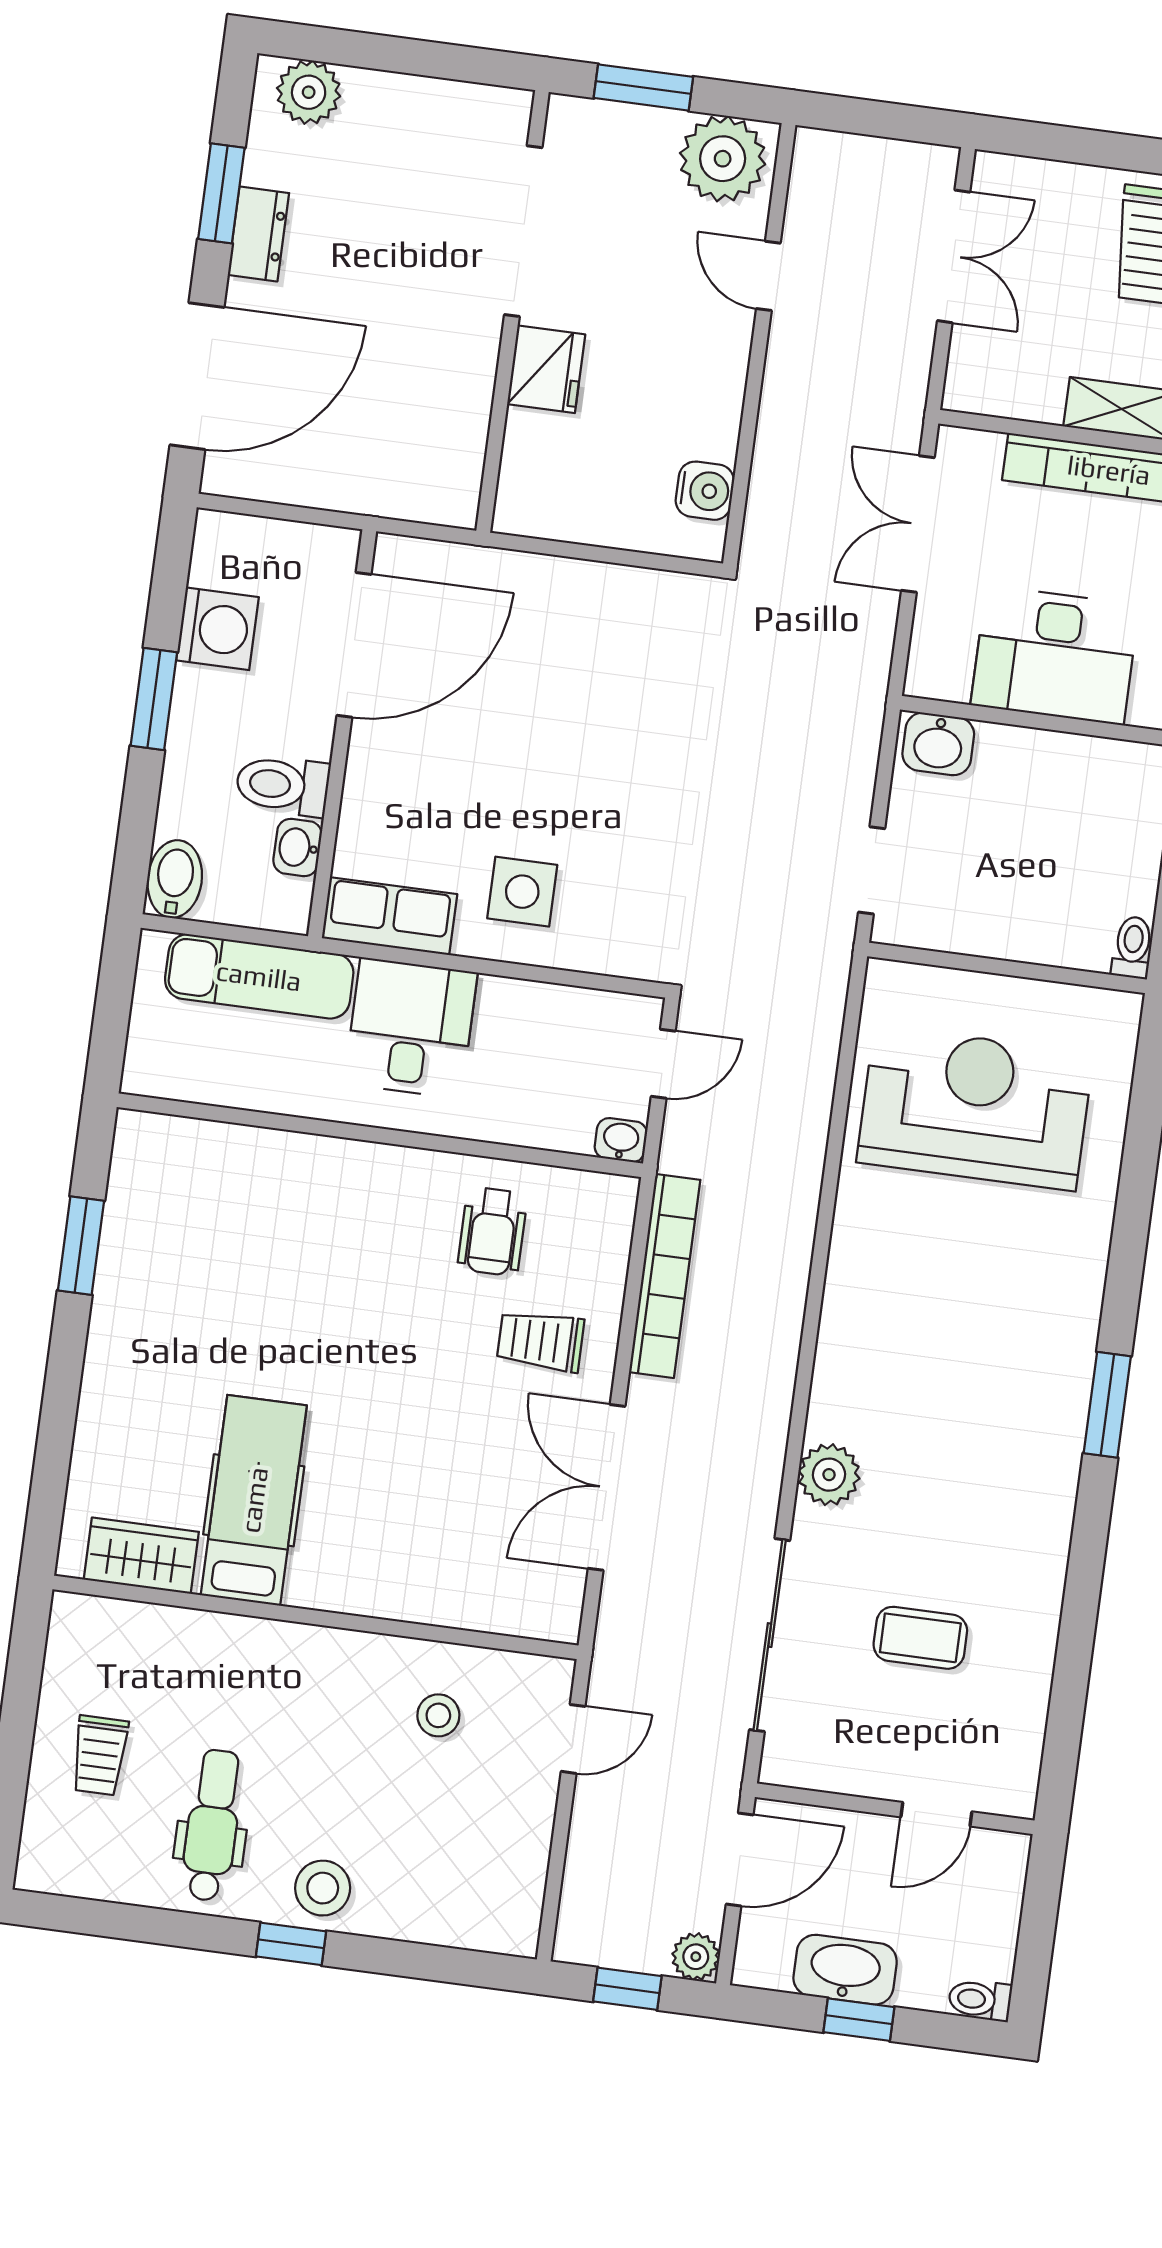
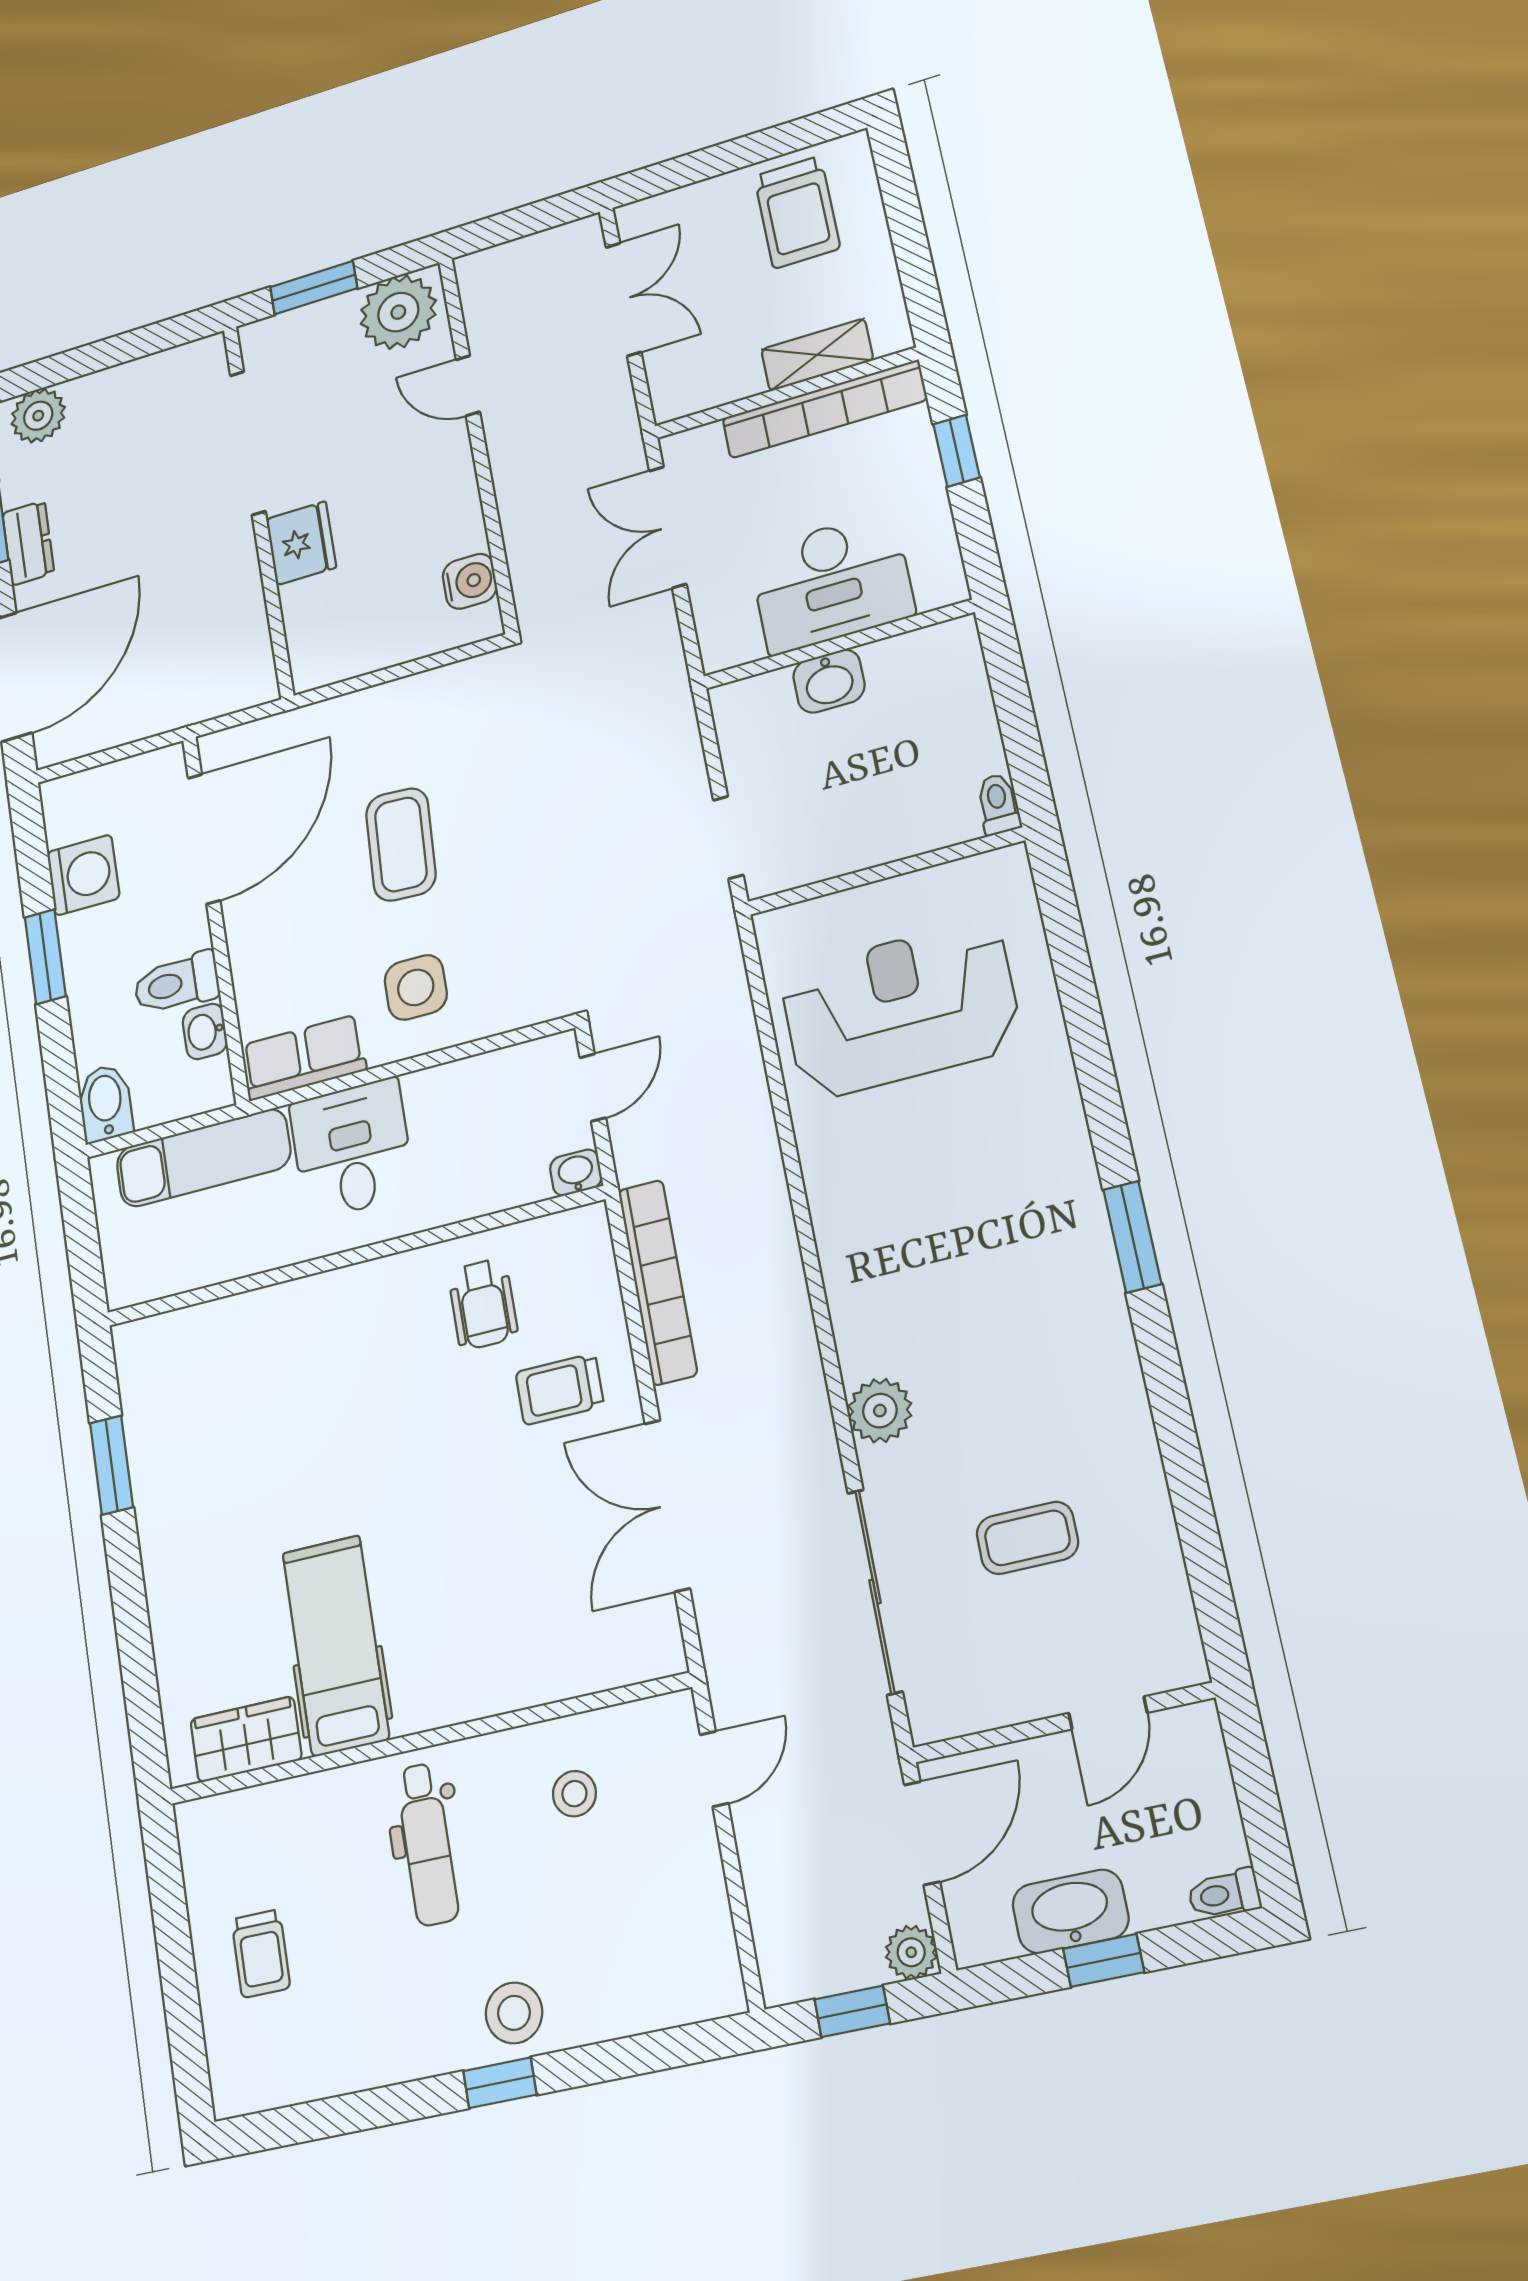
coffee table: (552, 738) -> (401, 844), added
washbasin: (938, 744) -> (829, 681), moved
dental chair: (212, 1825) -> (427, 1844), moved, turned 180

